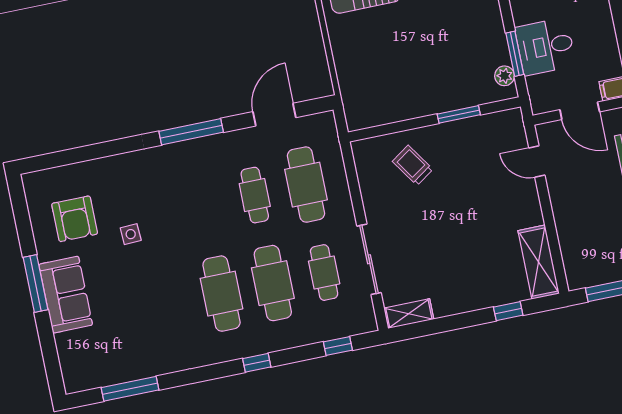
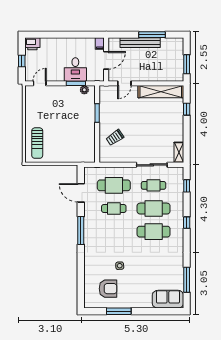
shelving: (539, 262) -> (161, 92), width x1.47
window: (36, 283) -> (119, 311), moved
sofa: (66, 295) -> (168, 299), moved

